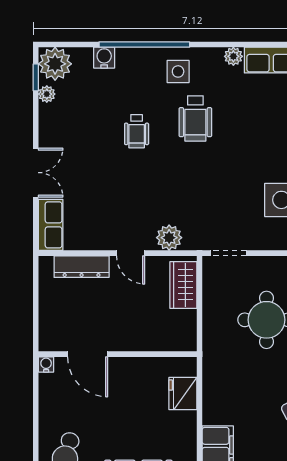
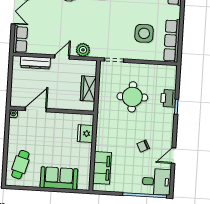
door: (131, 253) -> (62, 57), swing flipped
wardrobe: (183, 285) -> (88, 89), moved
door: (88, 354) -> (36, 109), swing flipped

